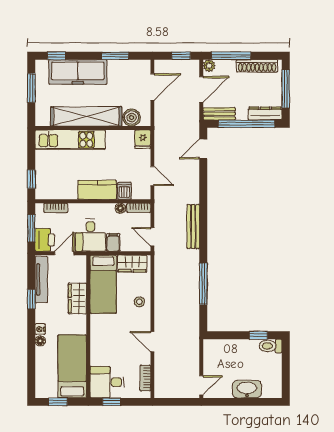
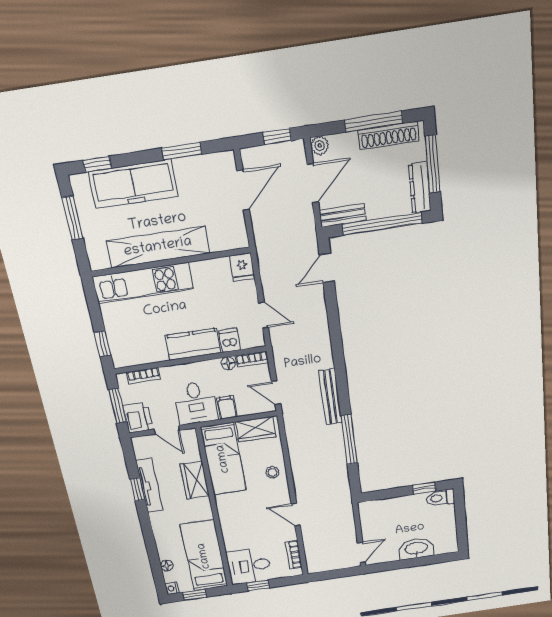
window: (231, 56) -> (374, 122), moved
dresser: (265, 113) -> (420, 188), moved, turned -90
boiler: (132, 118) -> (221, 239), removed
bench: (193, 227) -> (330, 397), moved
door: (64, 253) -> (167, 430), swing flipped
tv unit: (41, 280) -> (150, 486), moved
nightstand: (40, 329) -> (172, 588), moved
floor lamp: (40, 341) -> (167, 566), moved

